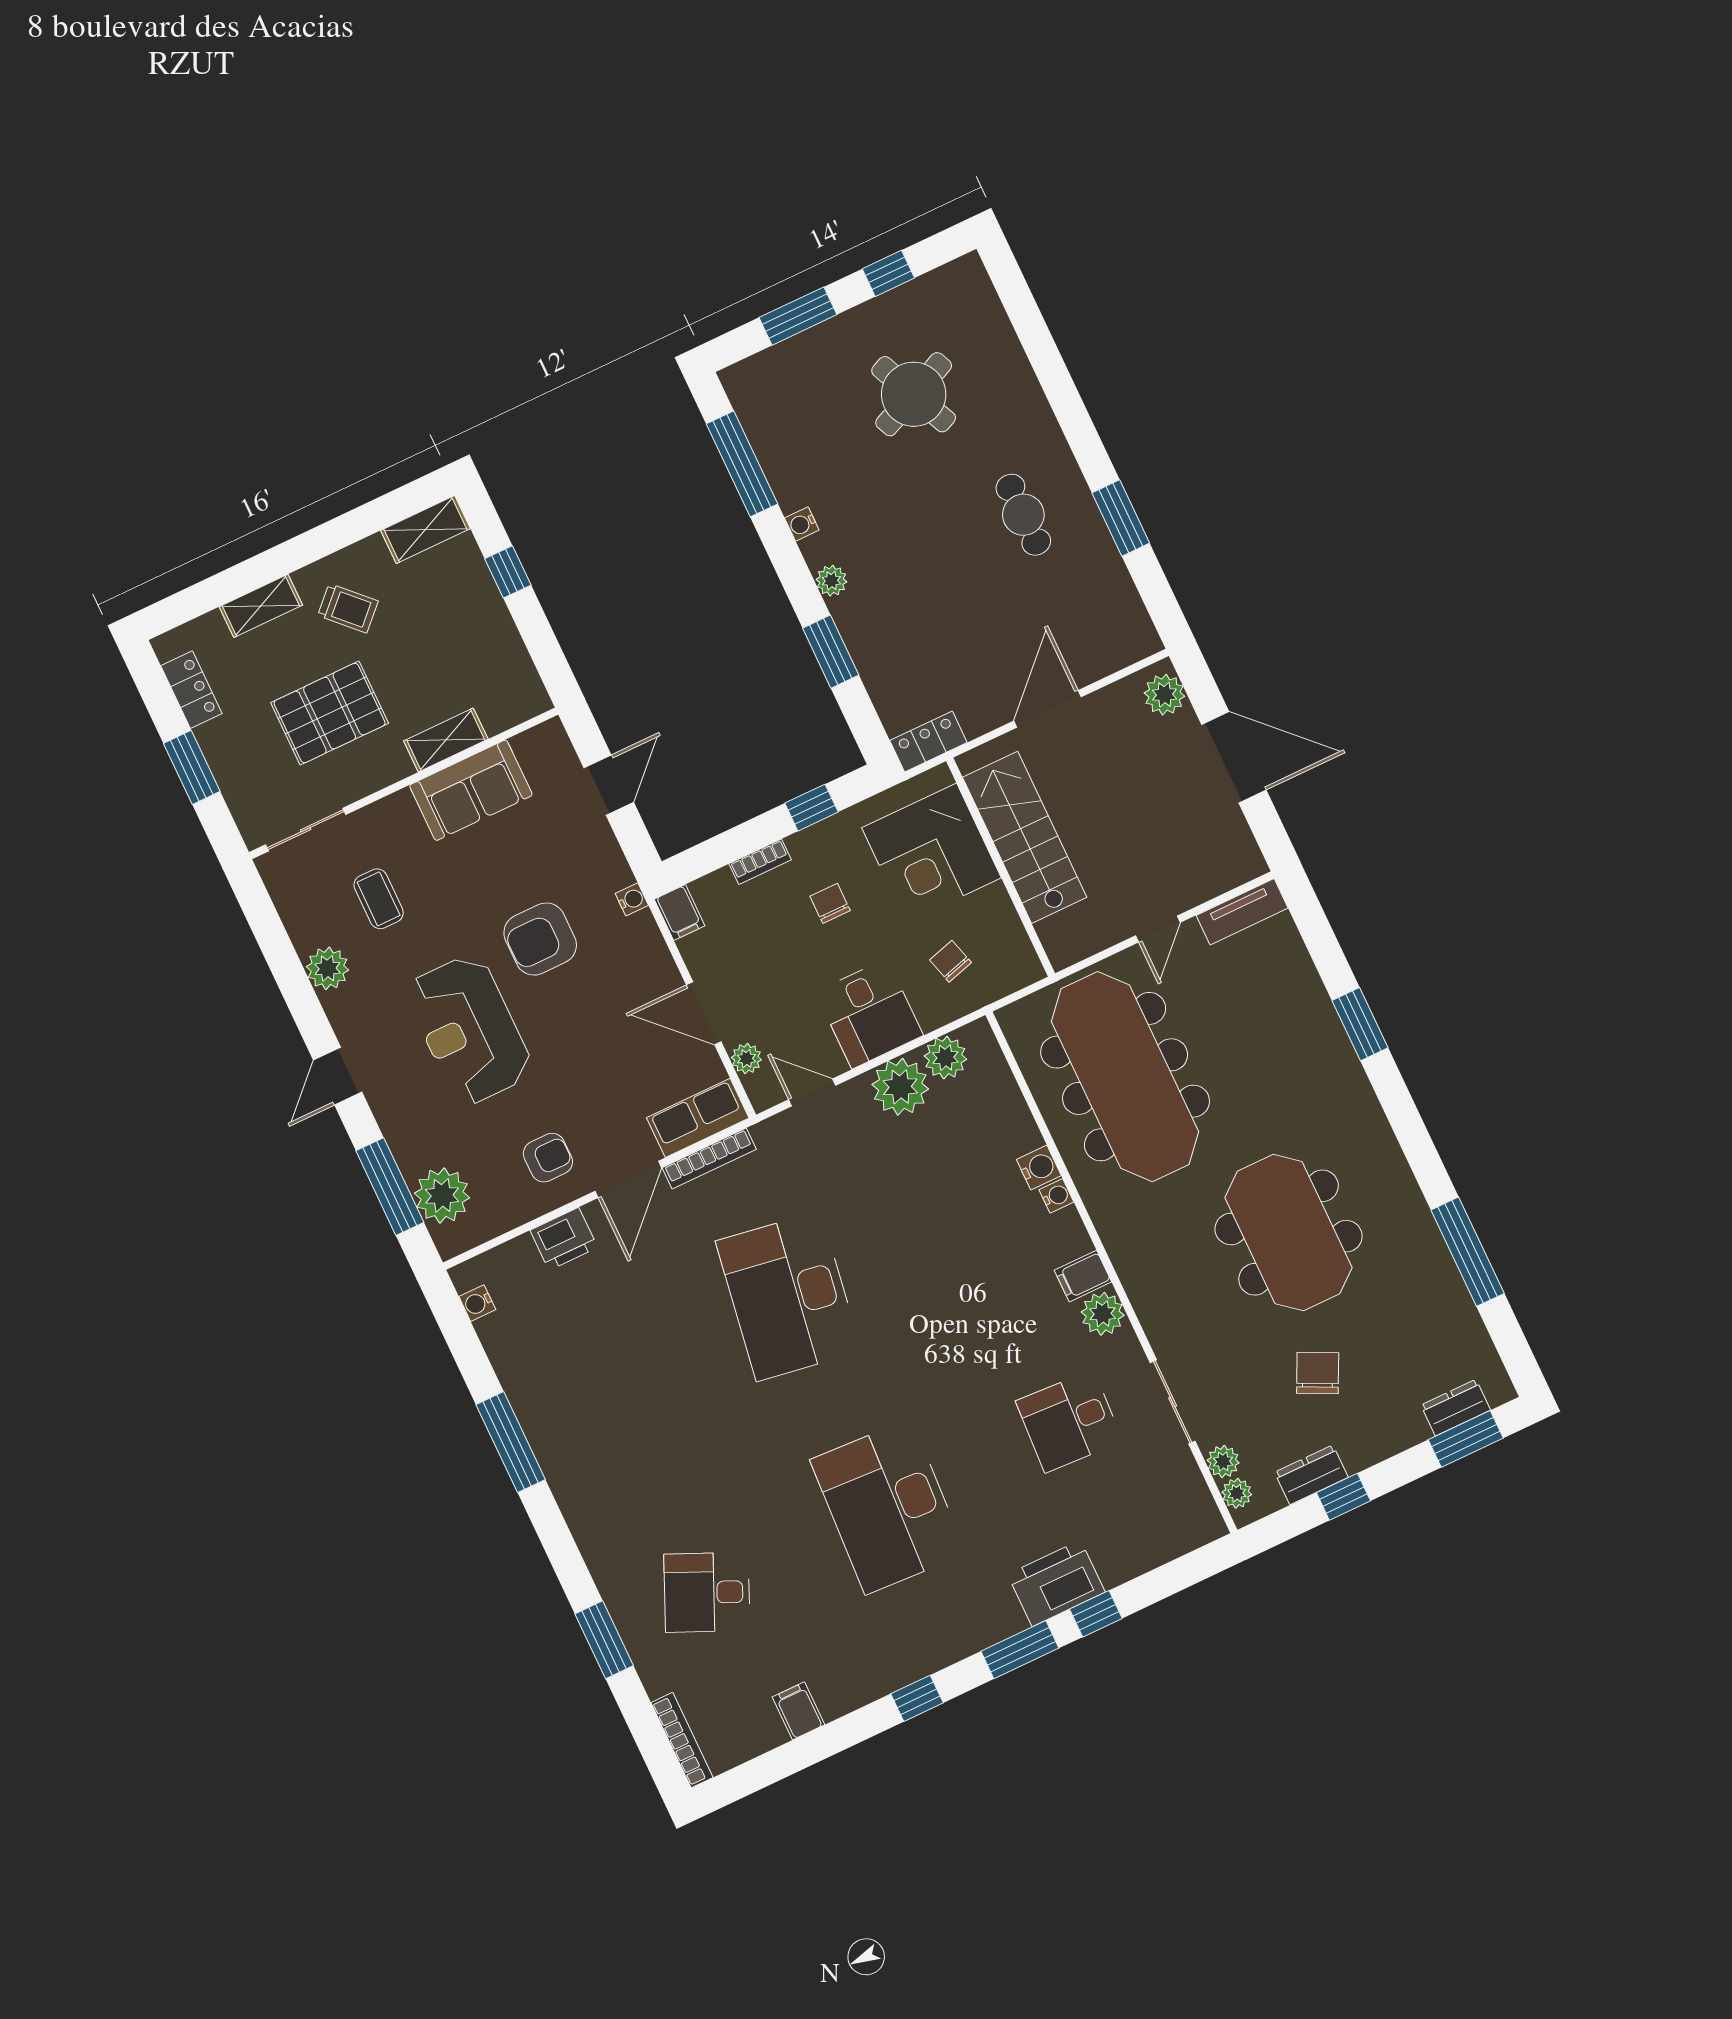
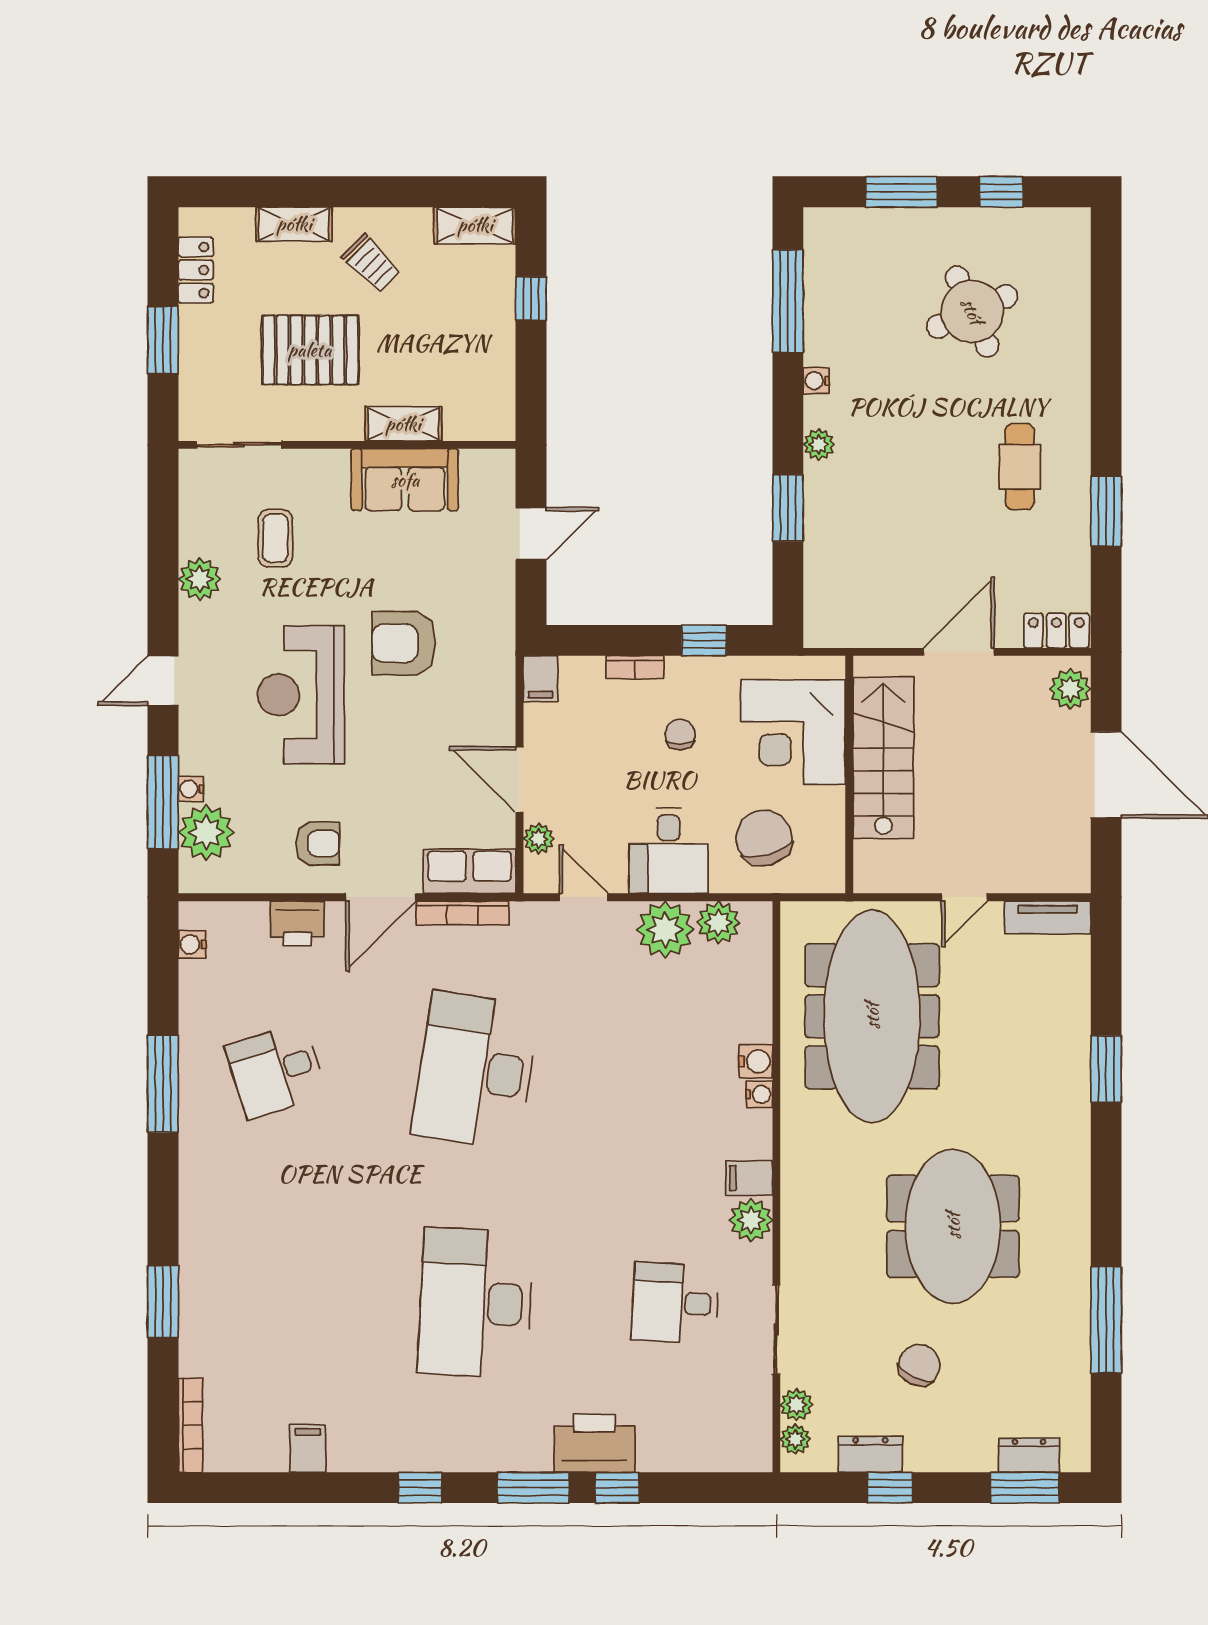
locker: (928, 742) -> (1056, 631), moved
water cooler: (632, 899) -> (191, 789), moved, turned 180
chair: (950, 961) -> (764, 838), width x1.87, depth x1.87
desk: (707, 1592) -> (276, 1071), moved, turned -42

